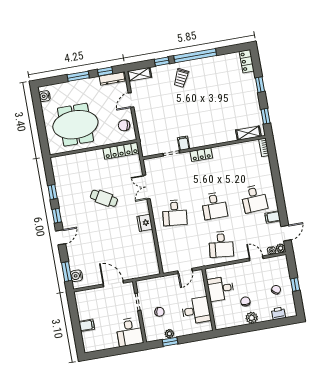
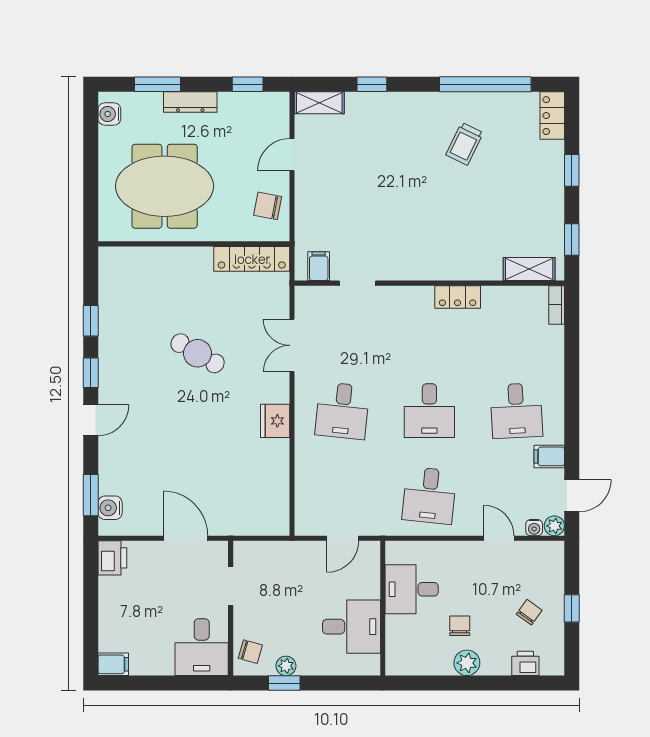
window: (195, 56) -> (485, 84), moved
window: (78, 76) -> (158, 84), moved
trolley: (181, 78) -> (465, 144), moved
dresser: (112, 79) -> (190, 102), moved
filing cabinet: (183, 143) -> (319, 266), moved
locker: (201, 155) -> (458, 297), moved
printer: (82, 298) -> (112, 558), added
chair: (159, 312) -> (250, 652), moved
filing cabinet: (87, 325) -> (113, 664), moved

